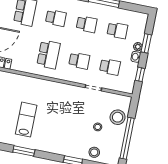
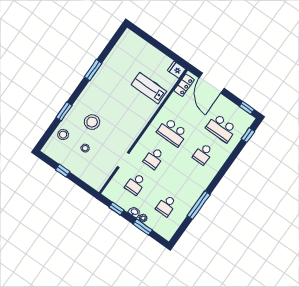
school desk: (87, 24) -> (185, 180), removed
stool: (118, 117) -> (92, 122), moved
lab bench: (26, 120) -> (149, 88), moved, turned 180
window: (127, 138) -> (63, 171), width x0.32

